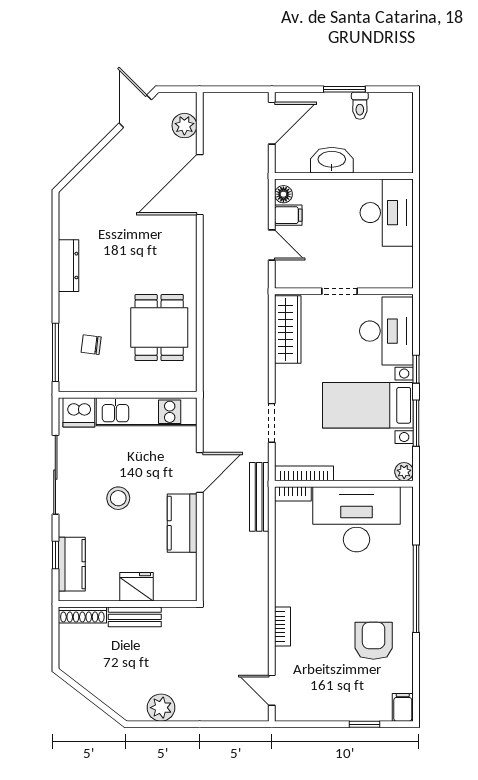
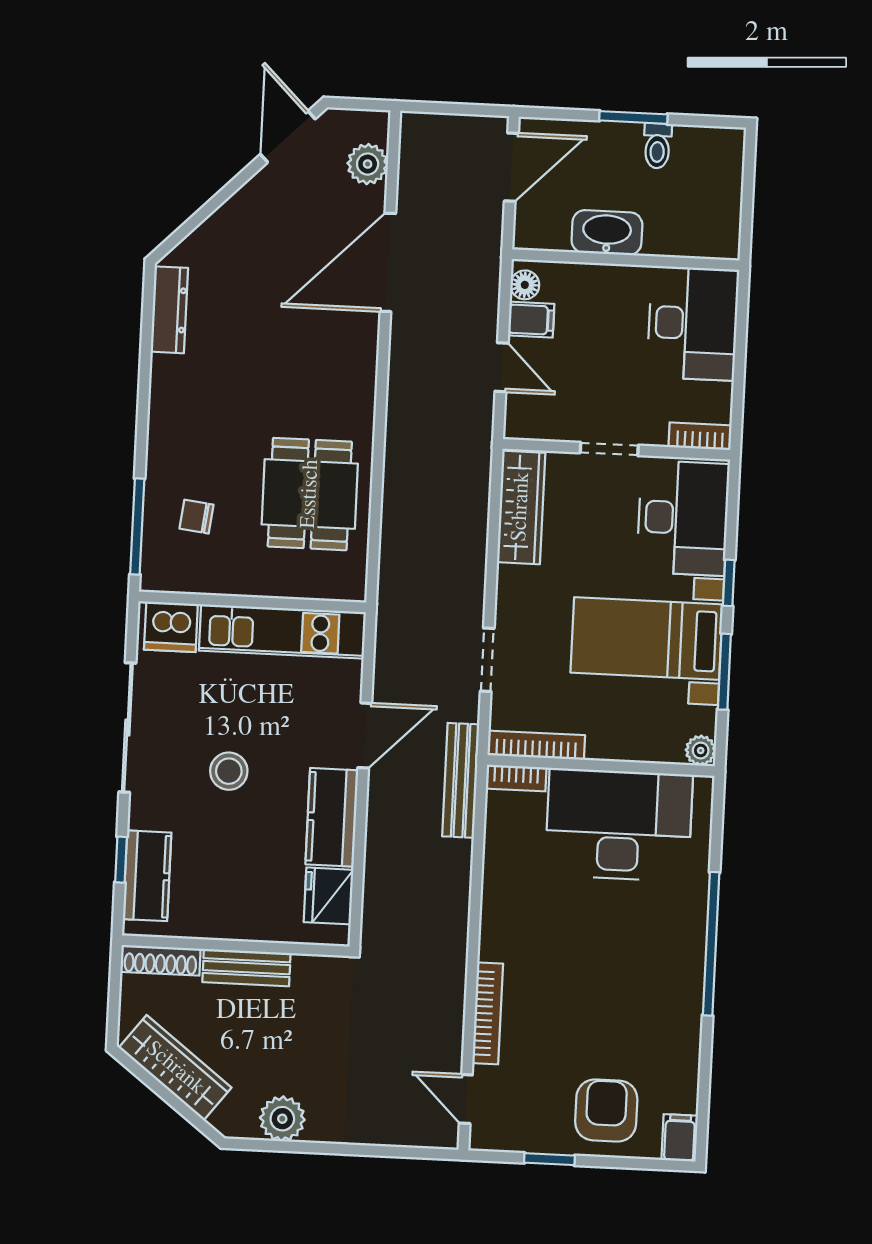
dresser: (68, 266) -> (169, 310), moved
bookcase: (394, 281) -> (700, 436), added
fridge: (136, 587) -> (329, 896), moved, turned -90
bookcase: (283, 627) -> (488, 1013), width x1.56
armchair: (374, 641) -> (606, 1110), moved
wardrobe: (94, 680) -> (175, 1068), added
window: (365, 724) -> (549, 1159), moved

